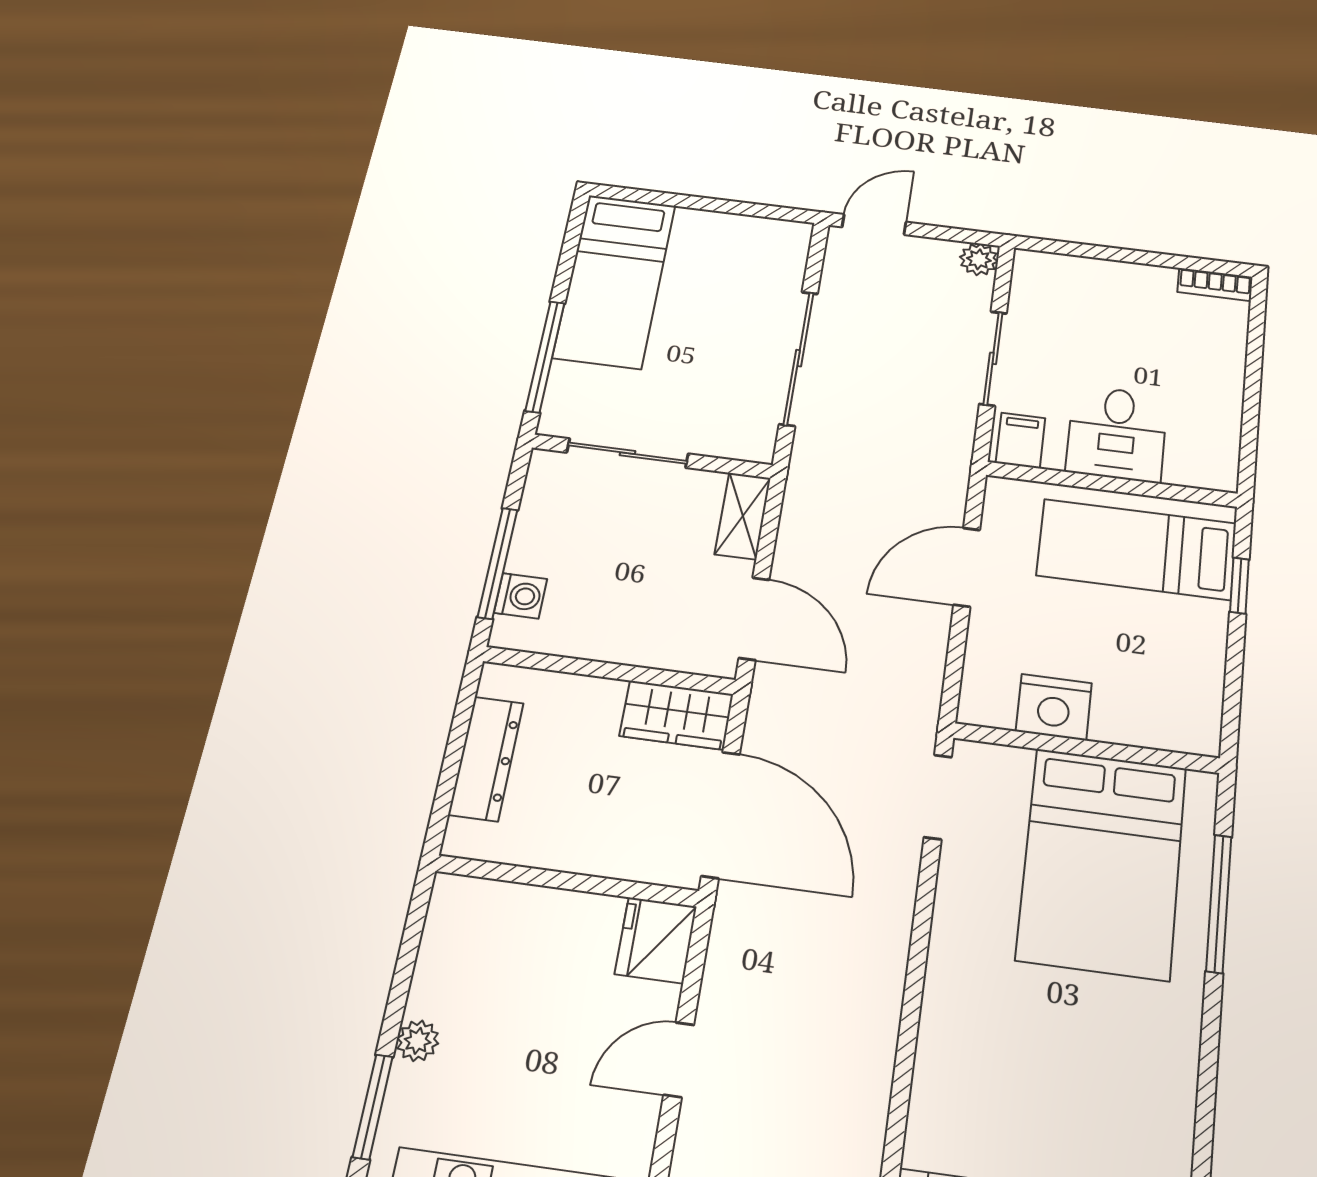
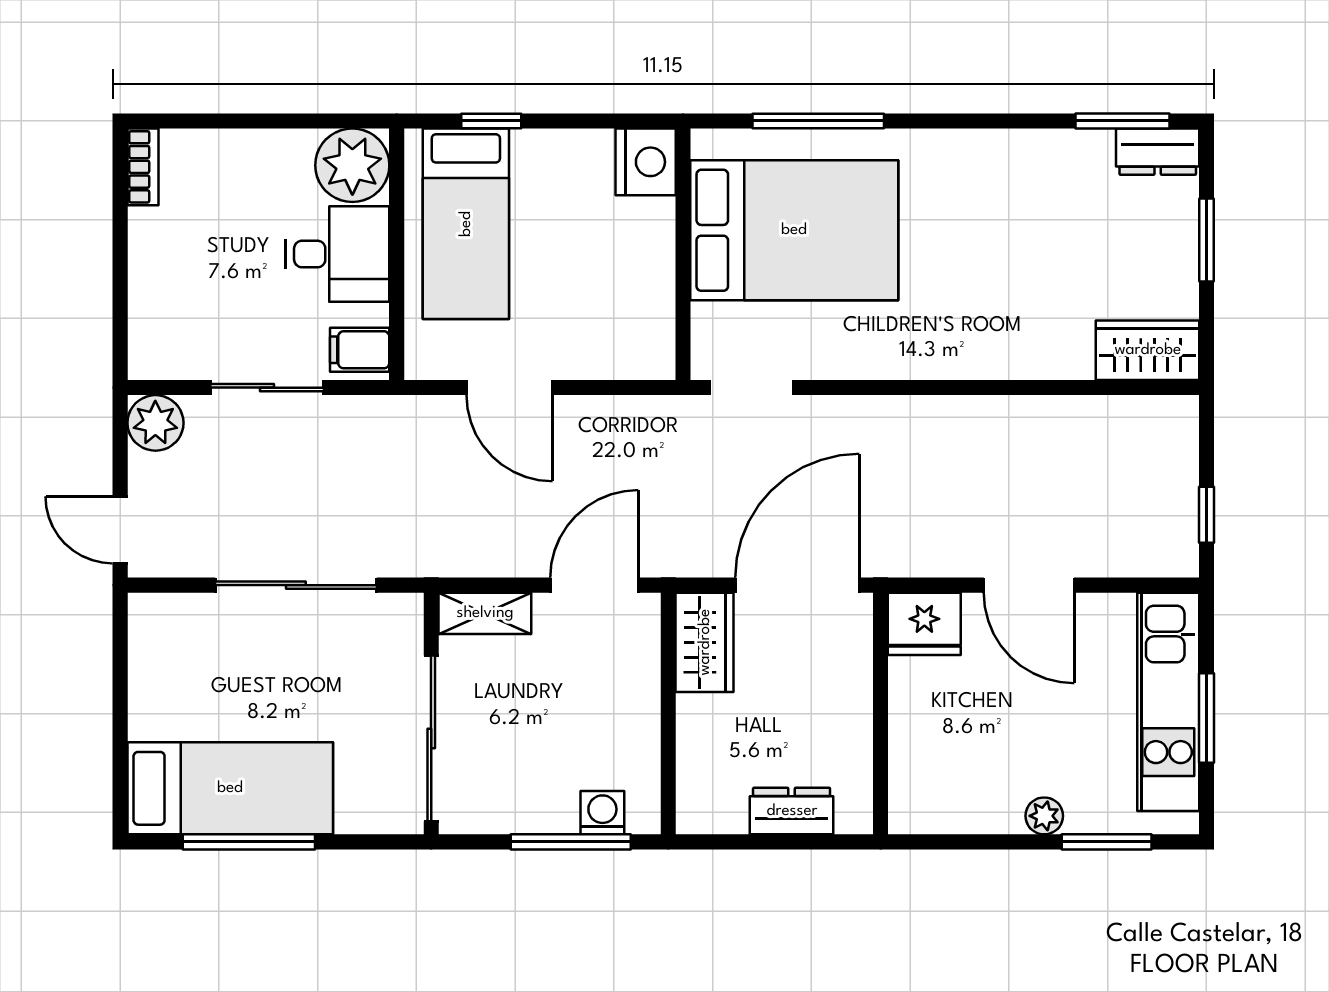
plant: (979, 259) -> (155, 423), width x1.38, depth x1.38
window: (545, 357) -> (249, 842), moved
sliding door: (628, 453) -> (431, 738), width x1.37
plant: (1203, 457) -> (352, 165), added
nightstand: (1054, 707) -> (646, 162), moved
dresser: (486, 759) -> (792, 811), width x0.70
door: (679, 1060) -> (1029, 585), width x1.38

